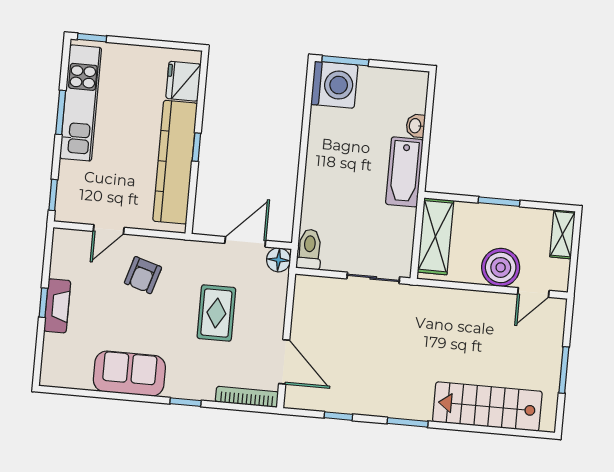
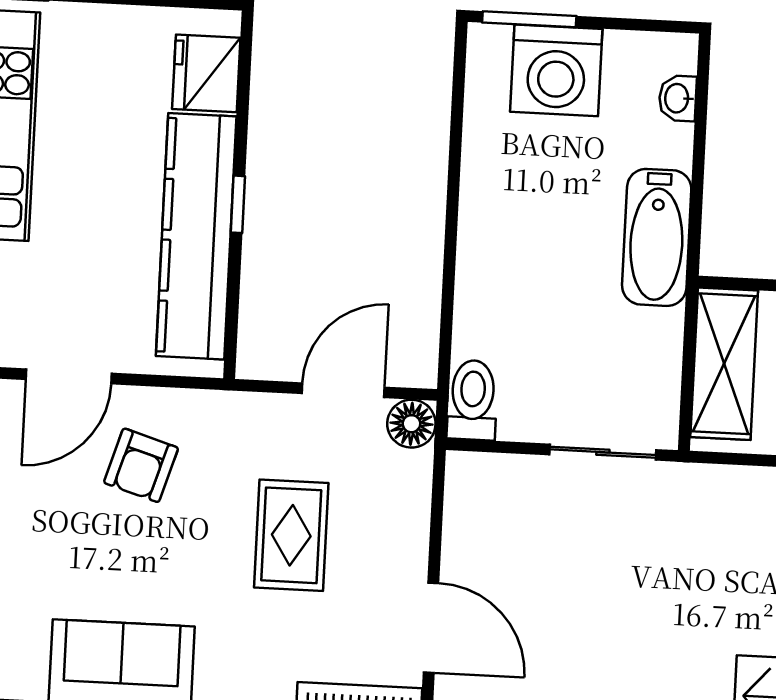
washing machine: (334, 85) -> (556, 70), moved, turned 90
washbasin: (416, 126) -> (678, 98), moved
door: (109, 229) -> (69, 376), width x1.38

